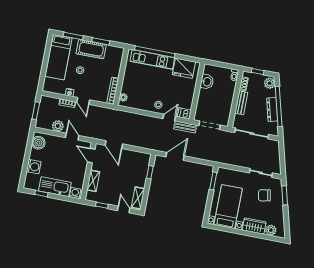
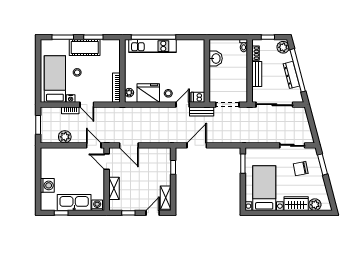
bed: (59, 57) -> (55, 79), moved, turned 180
fridge: (184, 68) -> (148, 93), moved, turned 180
door: (72, 137) -> (94, 145), moved
boiler: (38, 143) -> (47, 159), removed
door: (124, 209) -> (153, 213), hinge flipped

